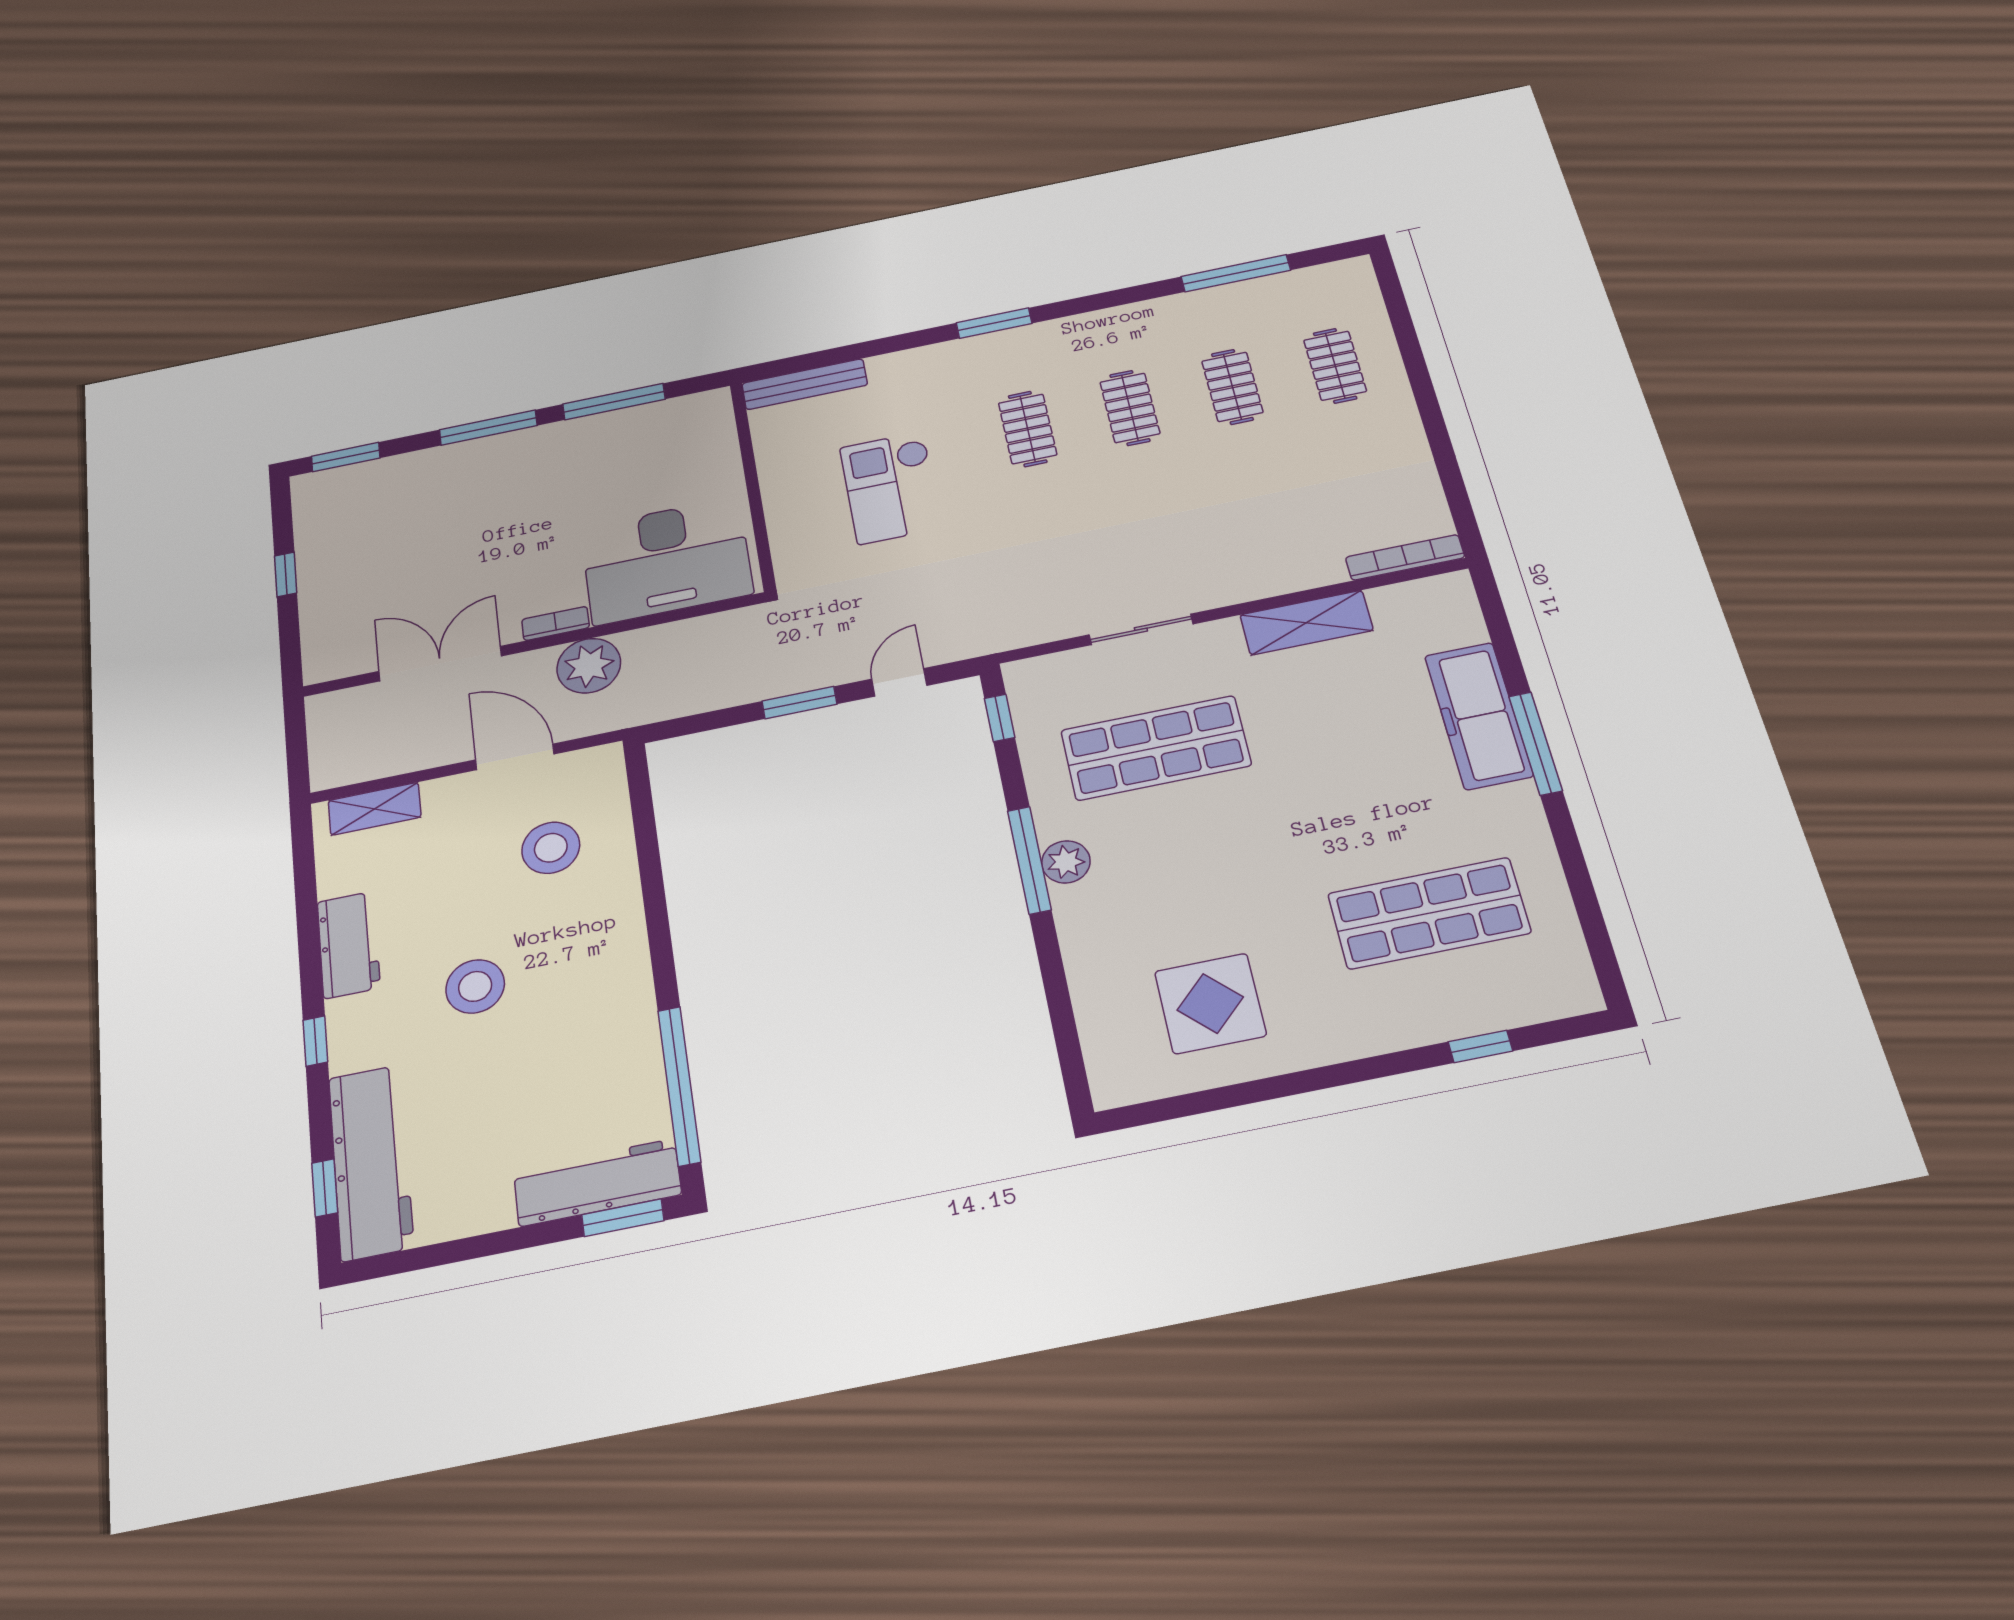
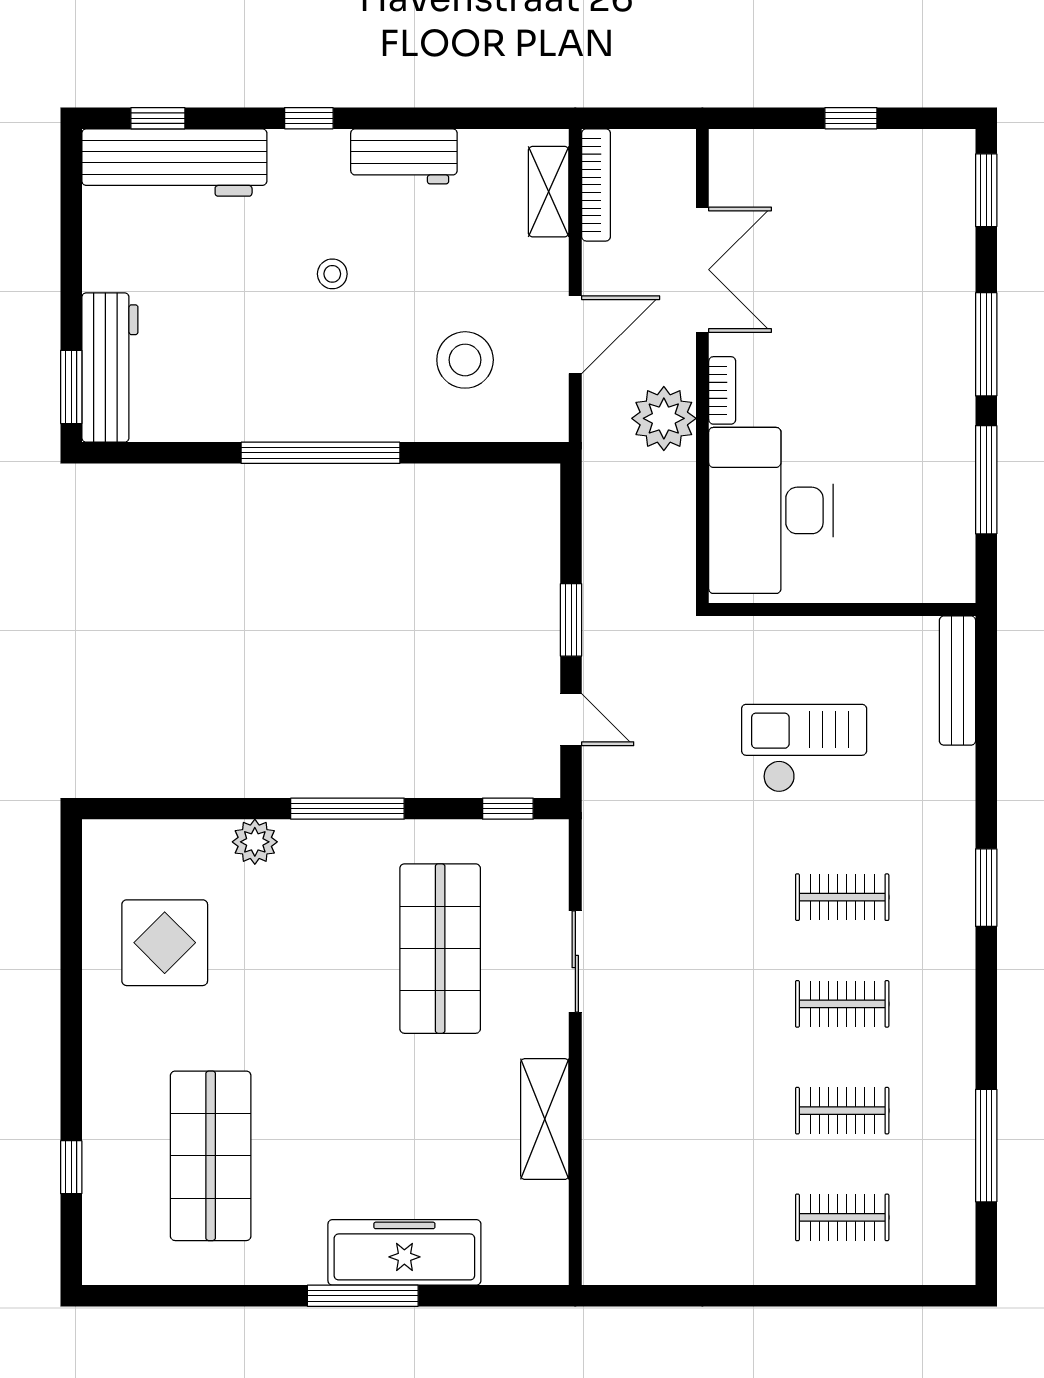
bookcase: (1405, 557) -> (596, 185), moved
plant: (1066, 862) -> (255, 842), moved
stool: (475, 986) -> (332, 274), width x0.53, depth x0.53
window: (679, 1086) -> (321, 453), moved

